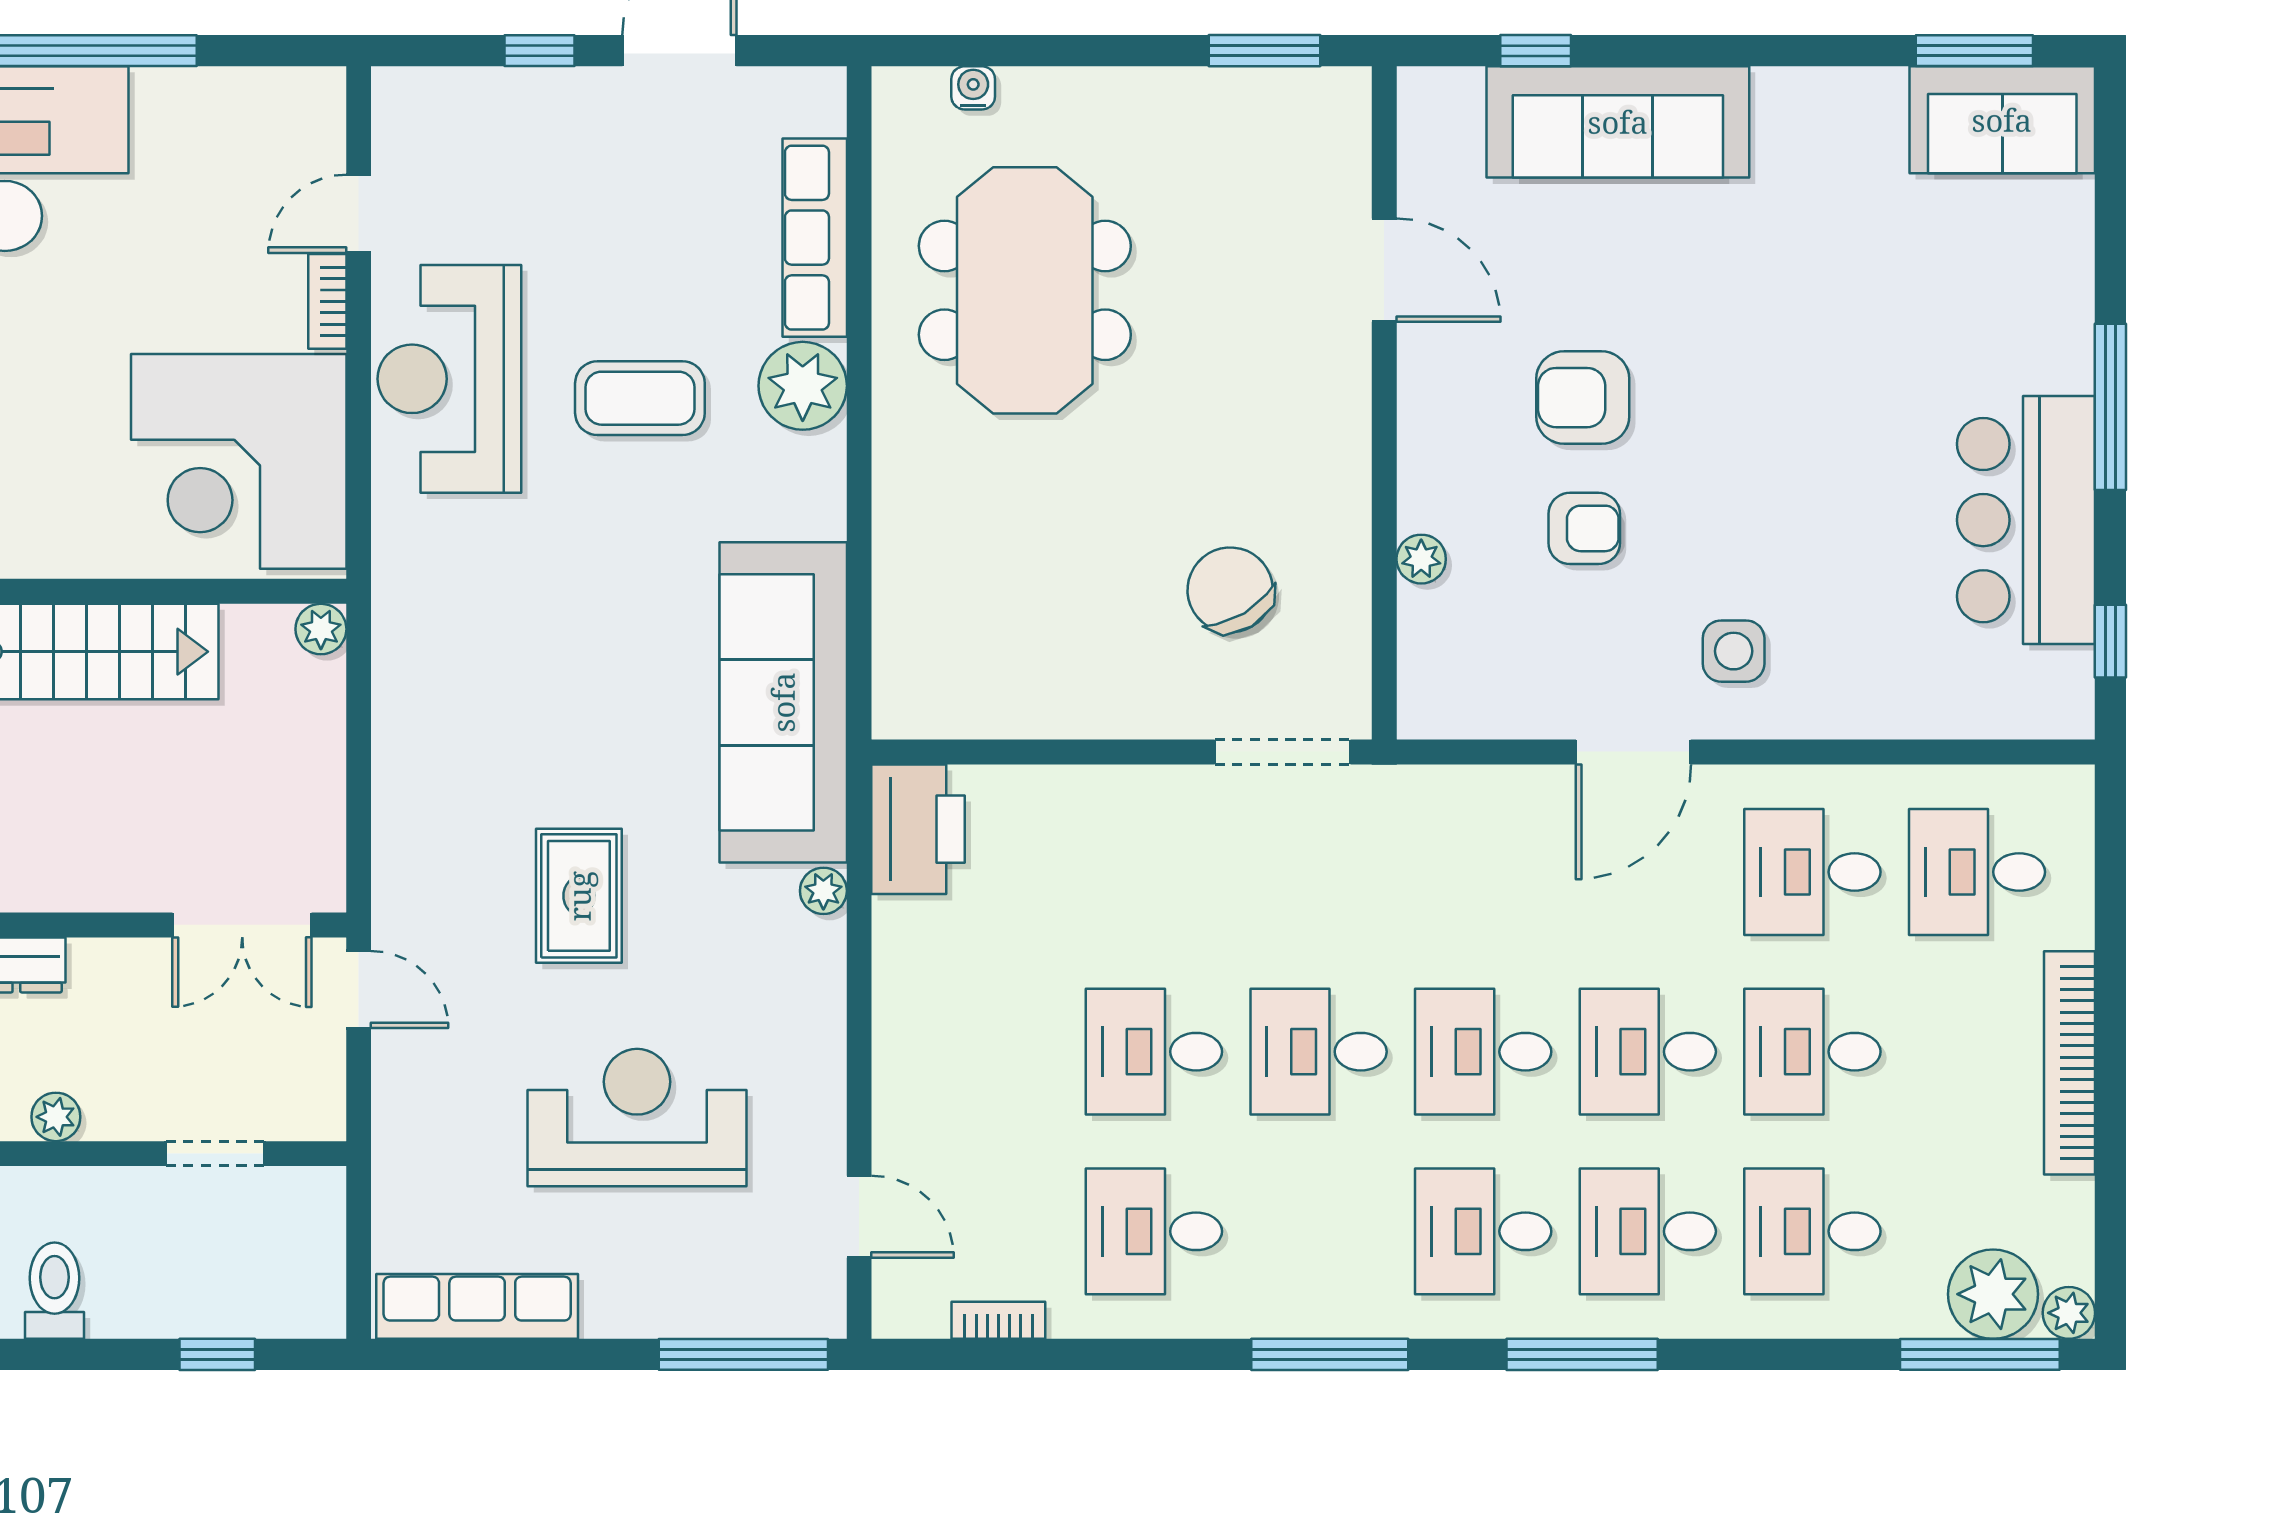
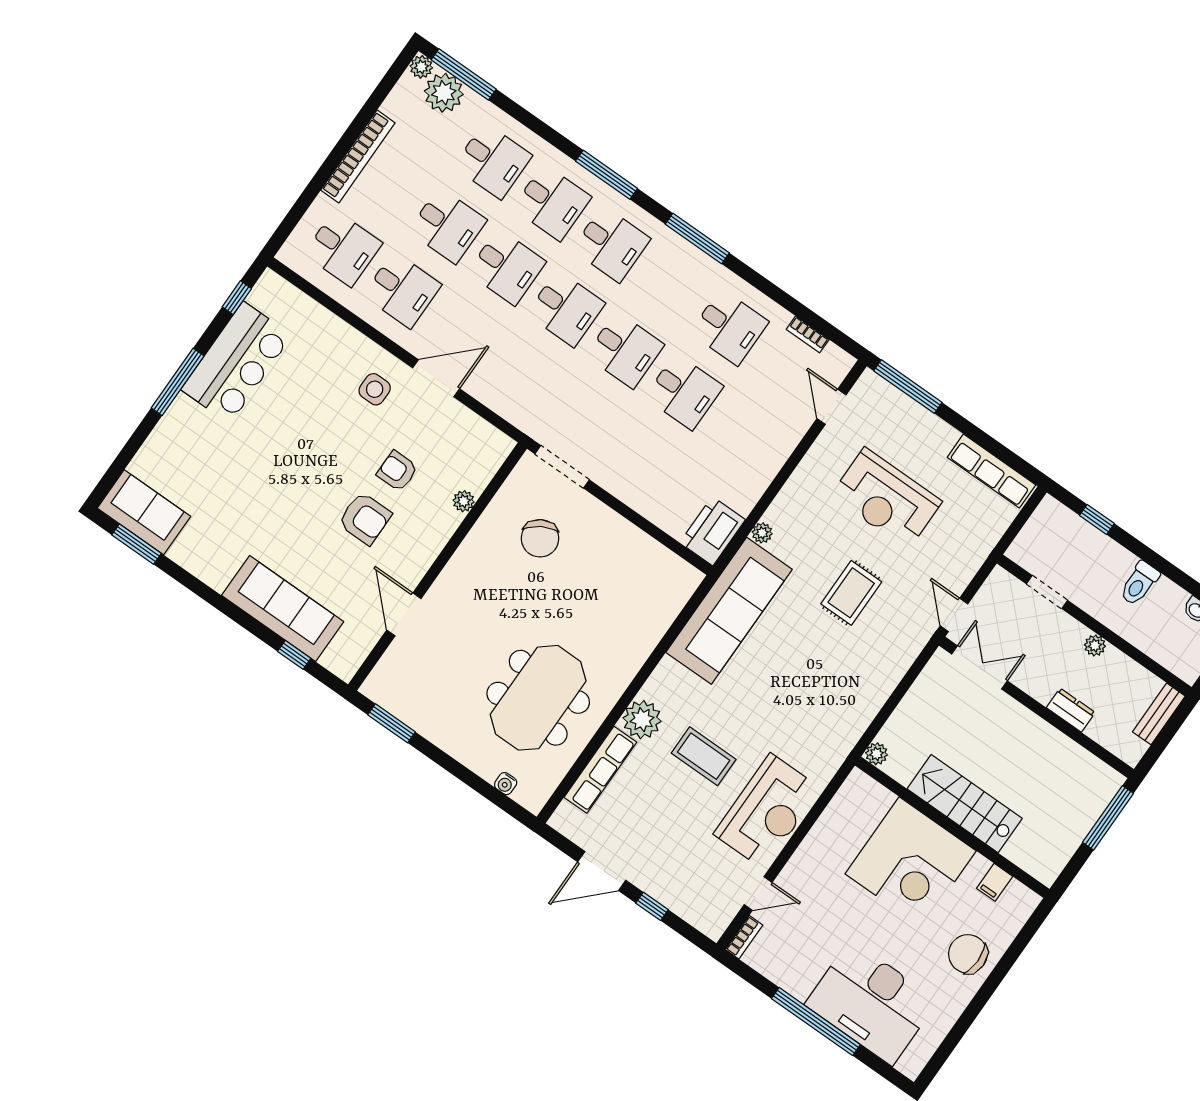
bookcase: (327, 301) -> (744, 937), moved
corner desk: (239, 461) -> (911, 862), moved, turned 90

